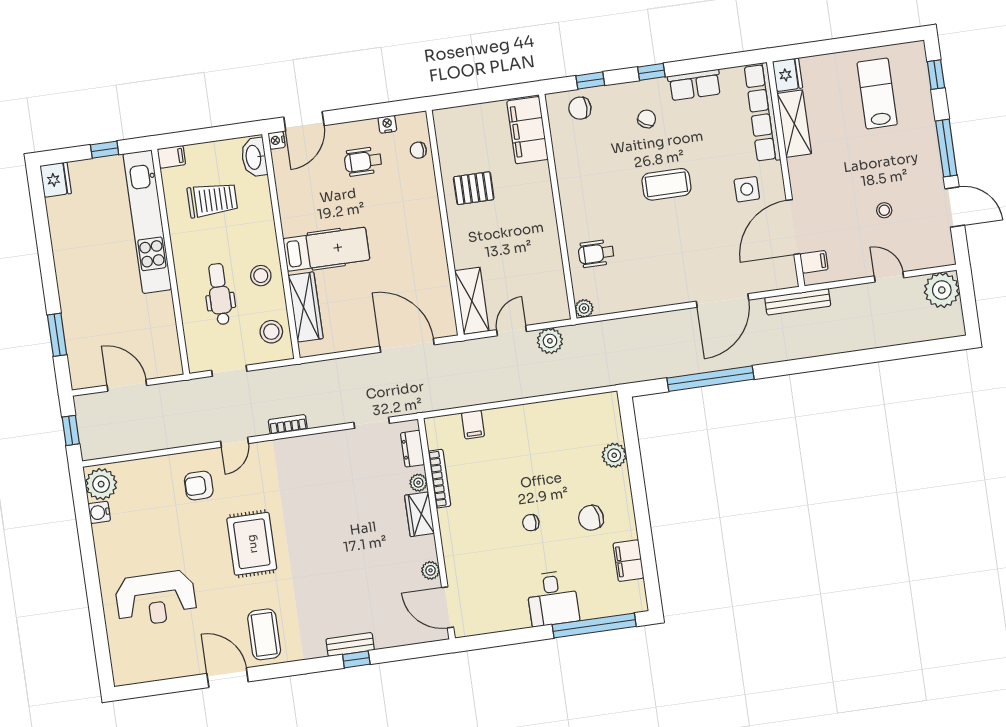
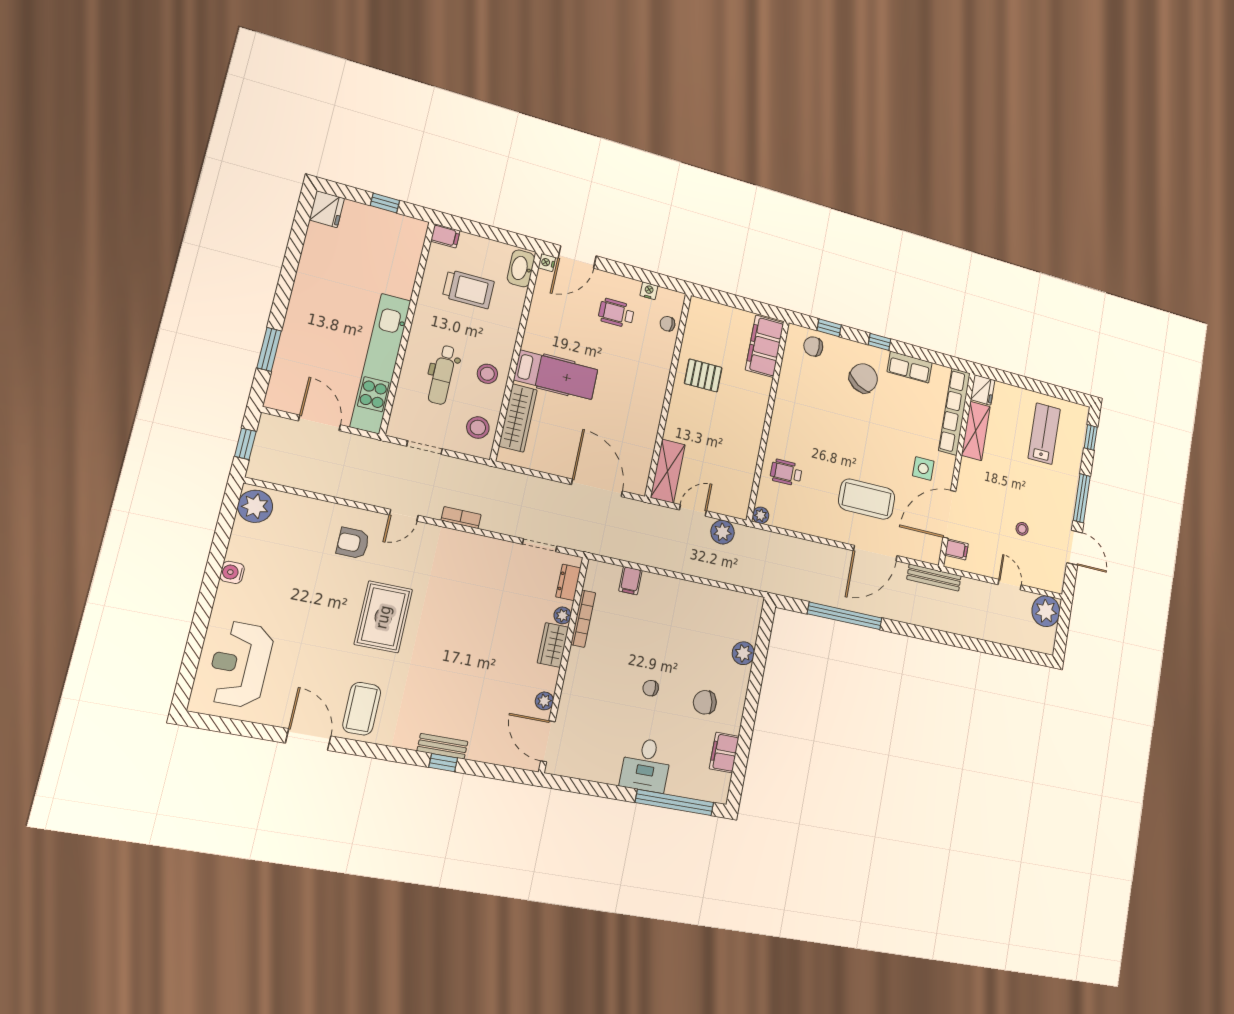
chair: (647, 119) -> (863, 378), width x1.87, depth x1.87
coffee table: (666, 184) -> (867, 499), moved, width x1.36, depth x1.32
kitchen unit: (147, 222) -> (381, 363), moved
dental chair: (220, 294) -> (442, 375), turned 180
water cooler: (99, 512) -> (232, 572), moved
reception desk: (156, 598) -> (240, 664), moved, turned 90

